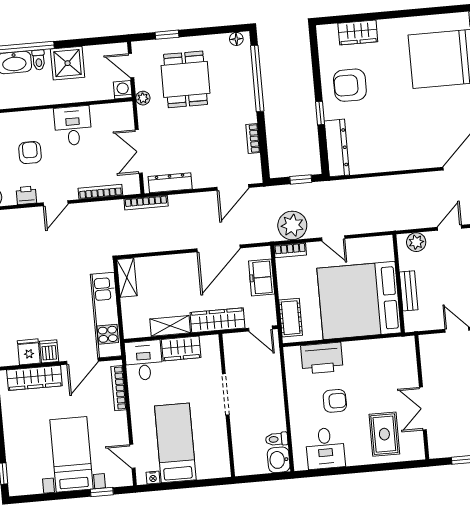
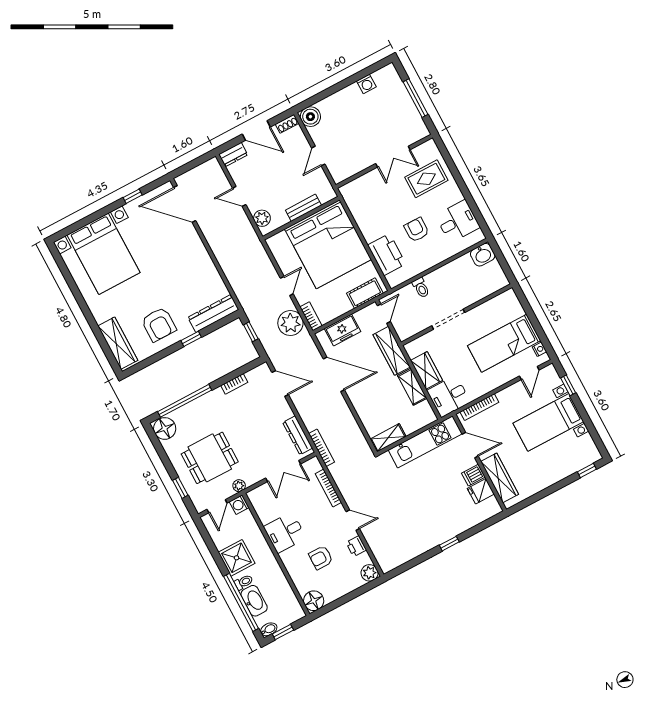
wardrobe: (358, 32) -> (118, 343), width x1.50
floor lamp: (236, 39) -> (165, 428), width x1.89, depth x1.89
toilet: (277, 439) -> (421, 288), moved

